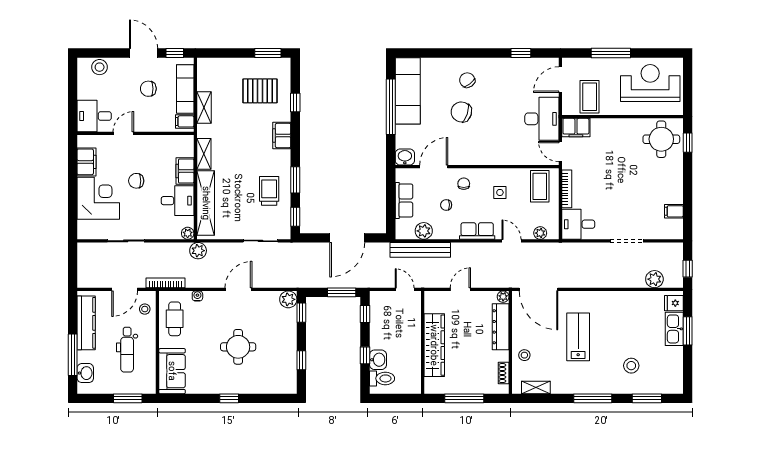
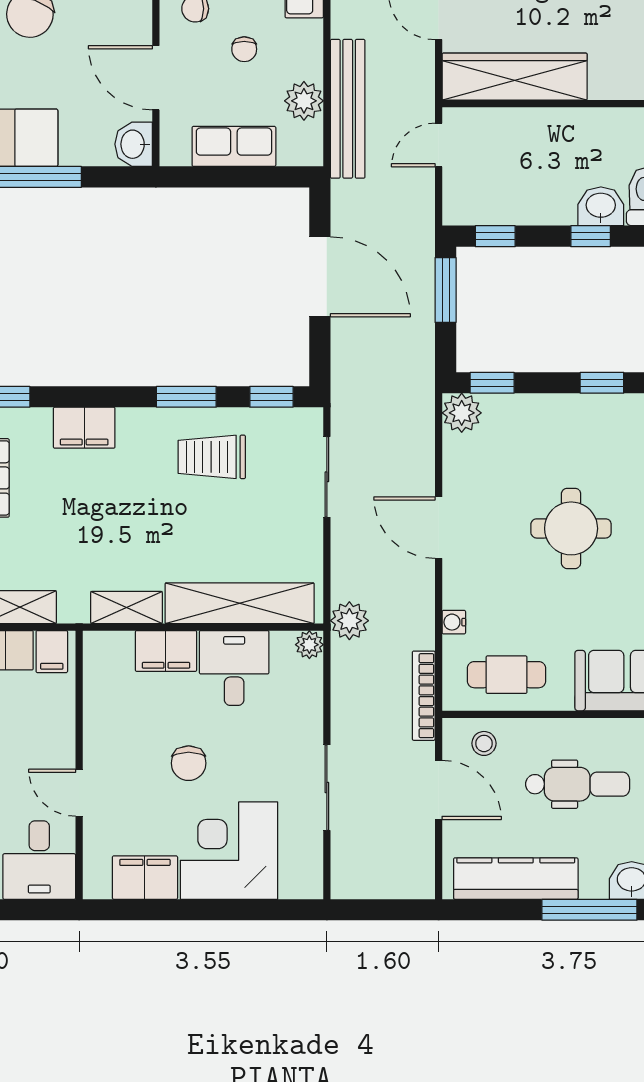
wardrobe: (434, 345) -> (515, 77), moved

